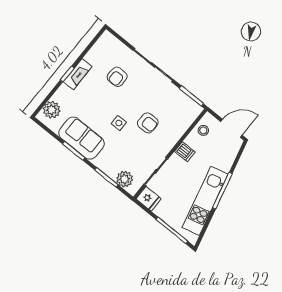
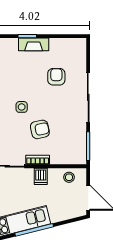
armchair: (117, 77) -> (56, 77), turned 90
armchair: (148, 123) -> (40, 129), turned -102
bookcase: (170, 144) -> (38, 160), added

